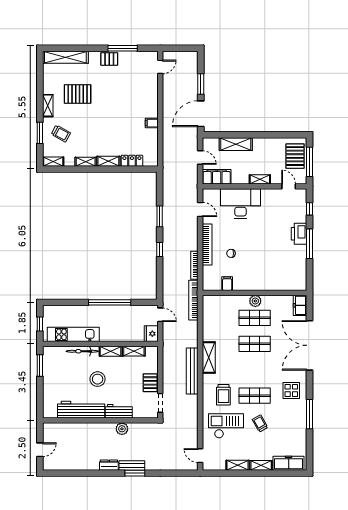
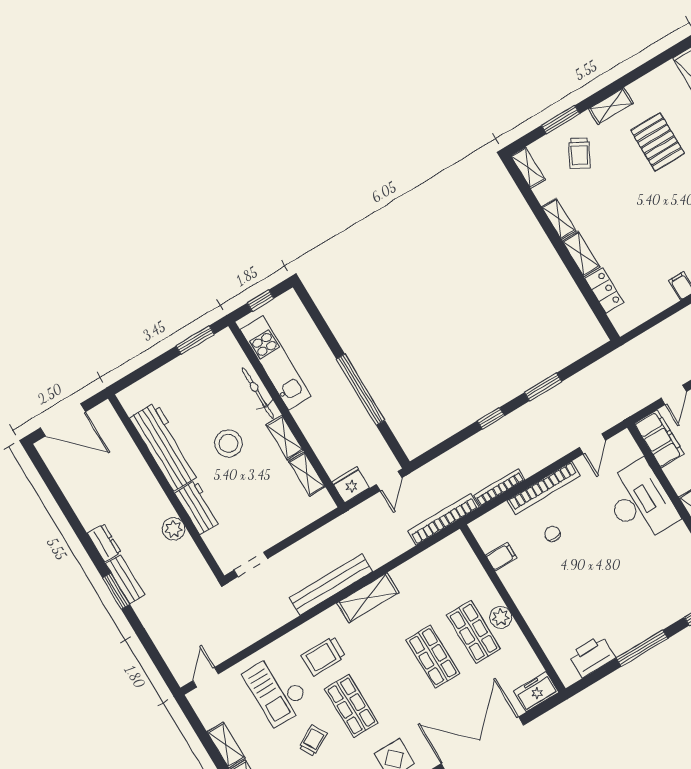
printer: (299, 234) -> (592, 656), moved
pallet: (150, 383) -> (273, 529), removed
checkout: (226, 426) -> (277, 690), turned 180
door: (40, 450) -> (63, 420), width x1.87

